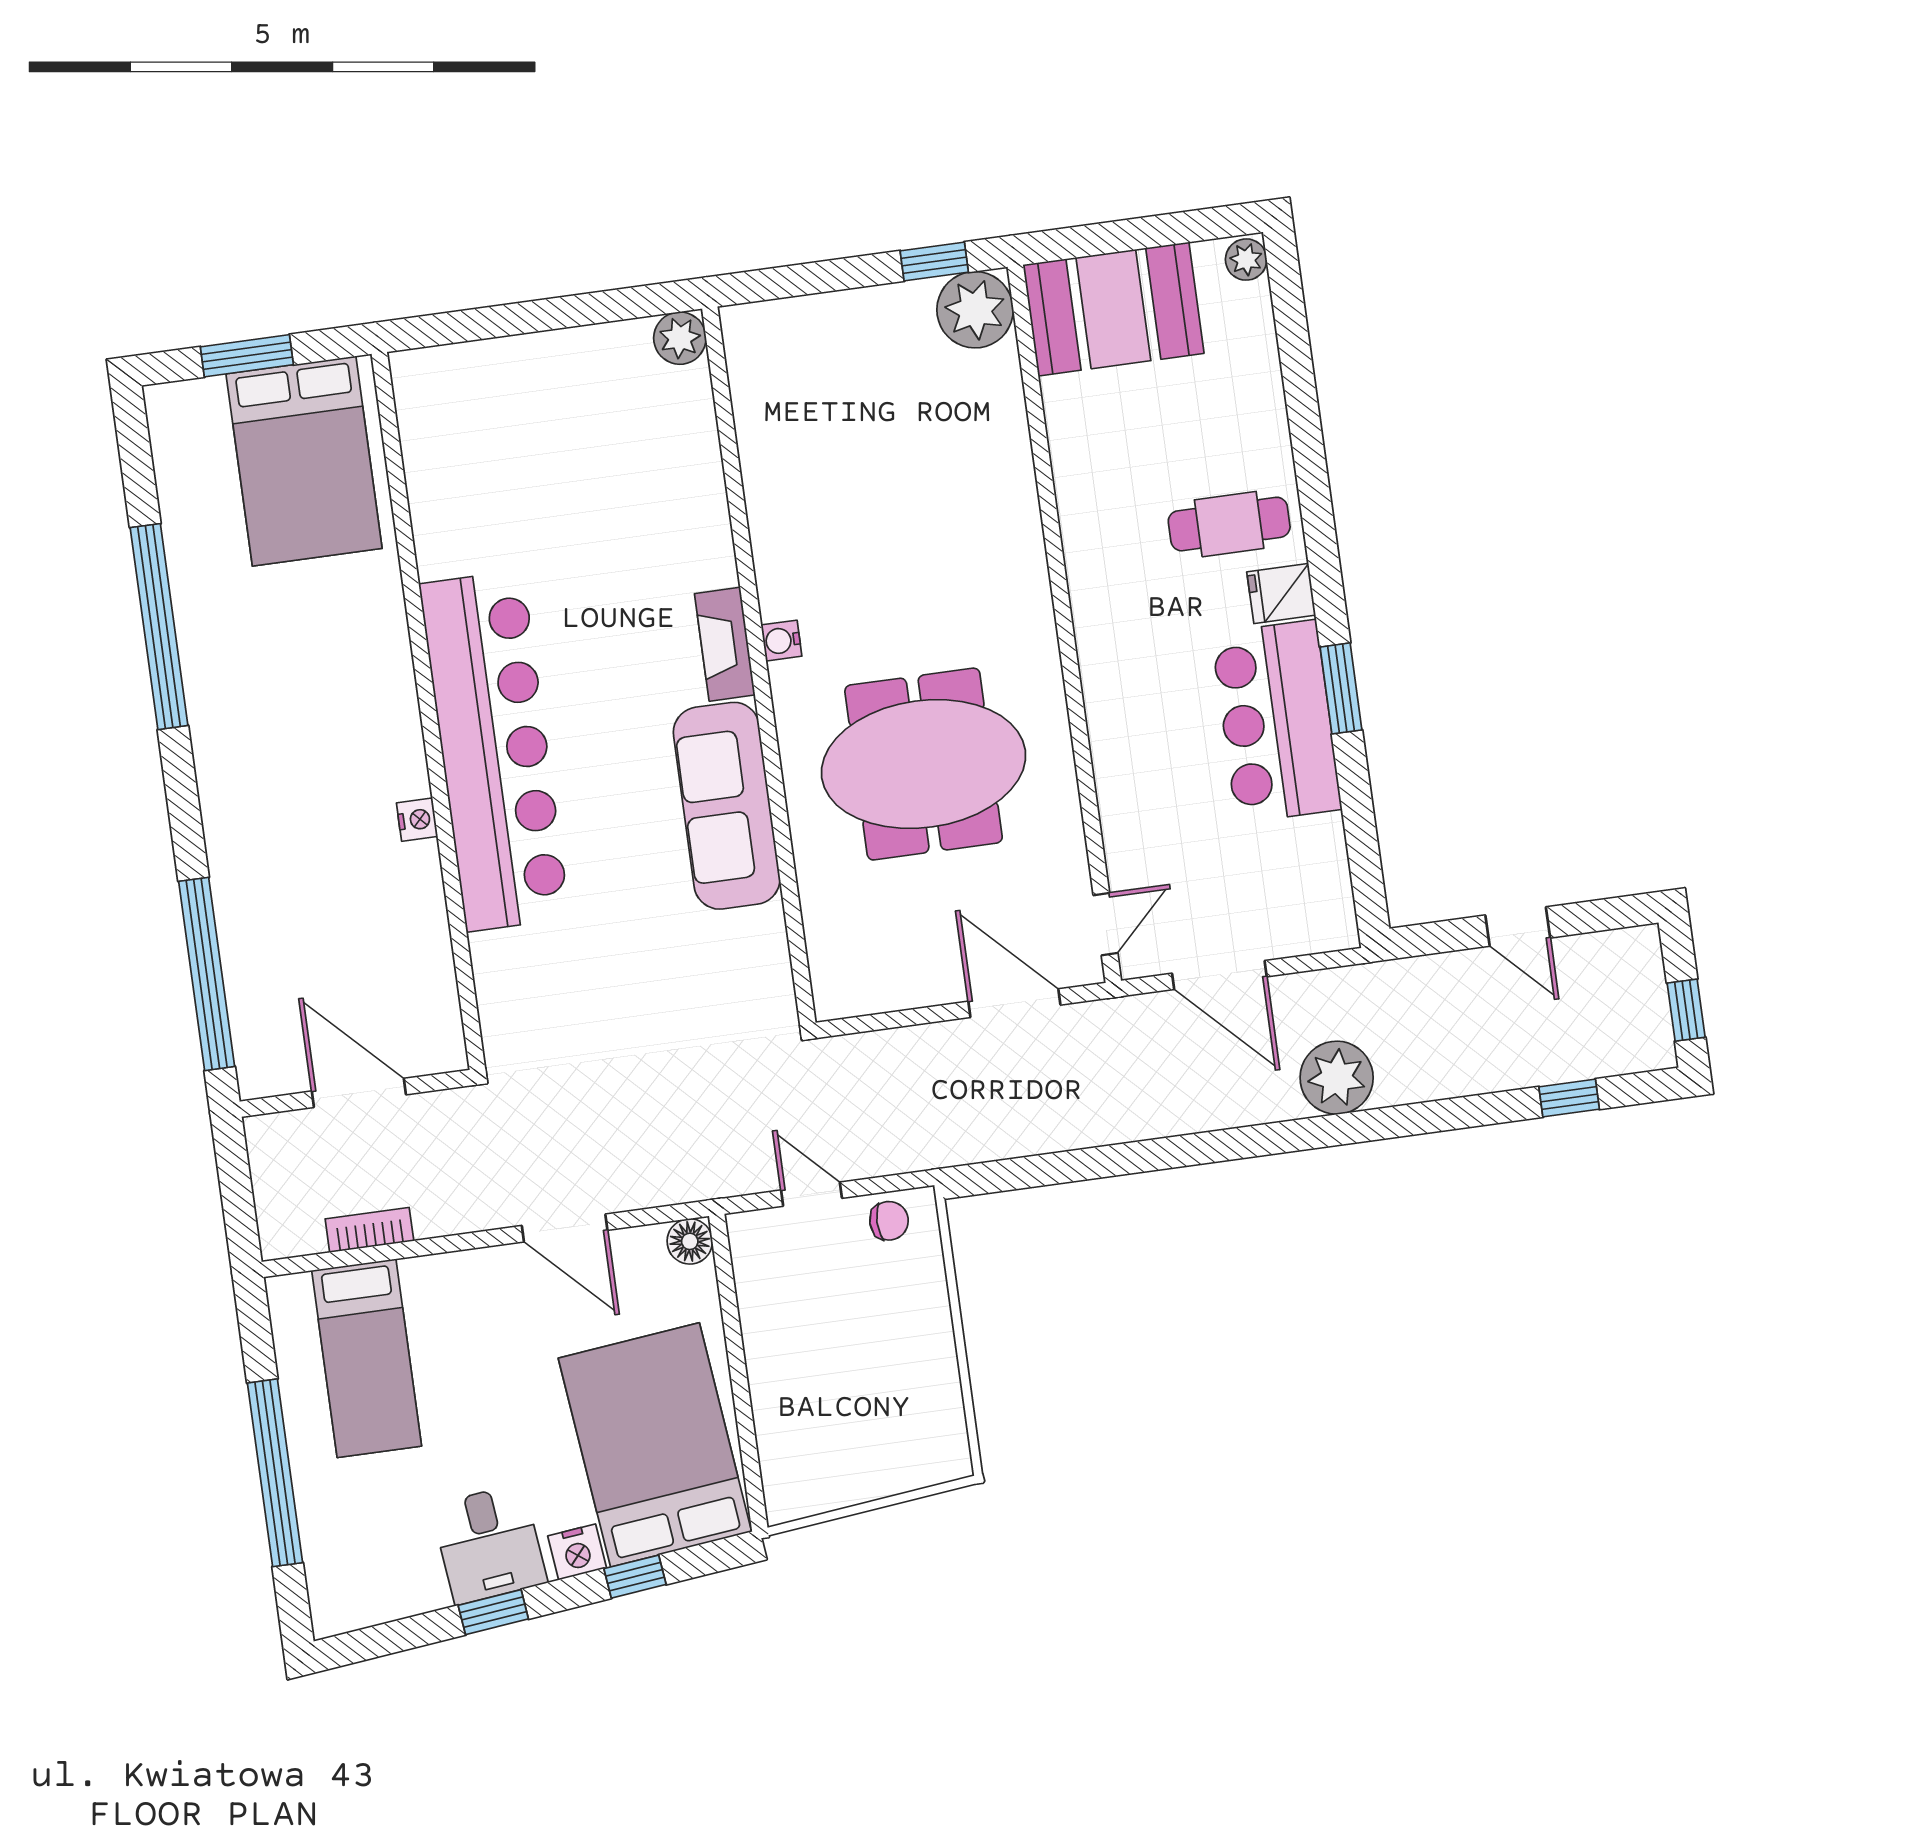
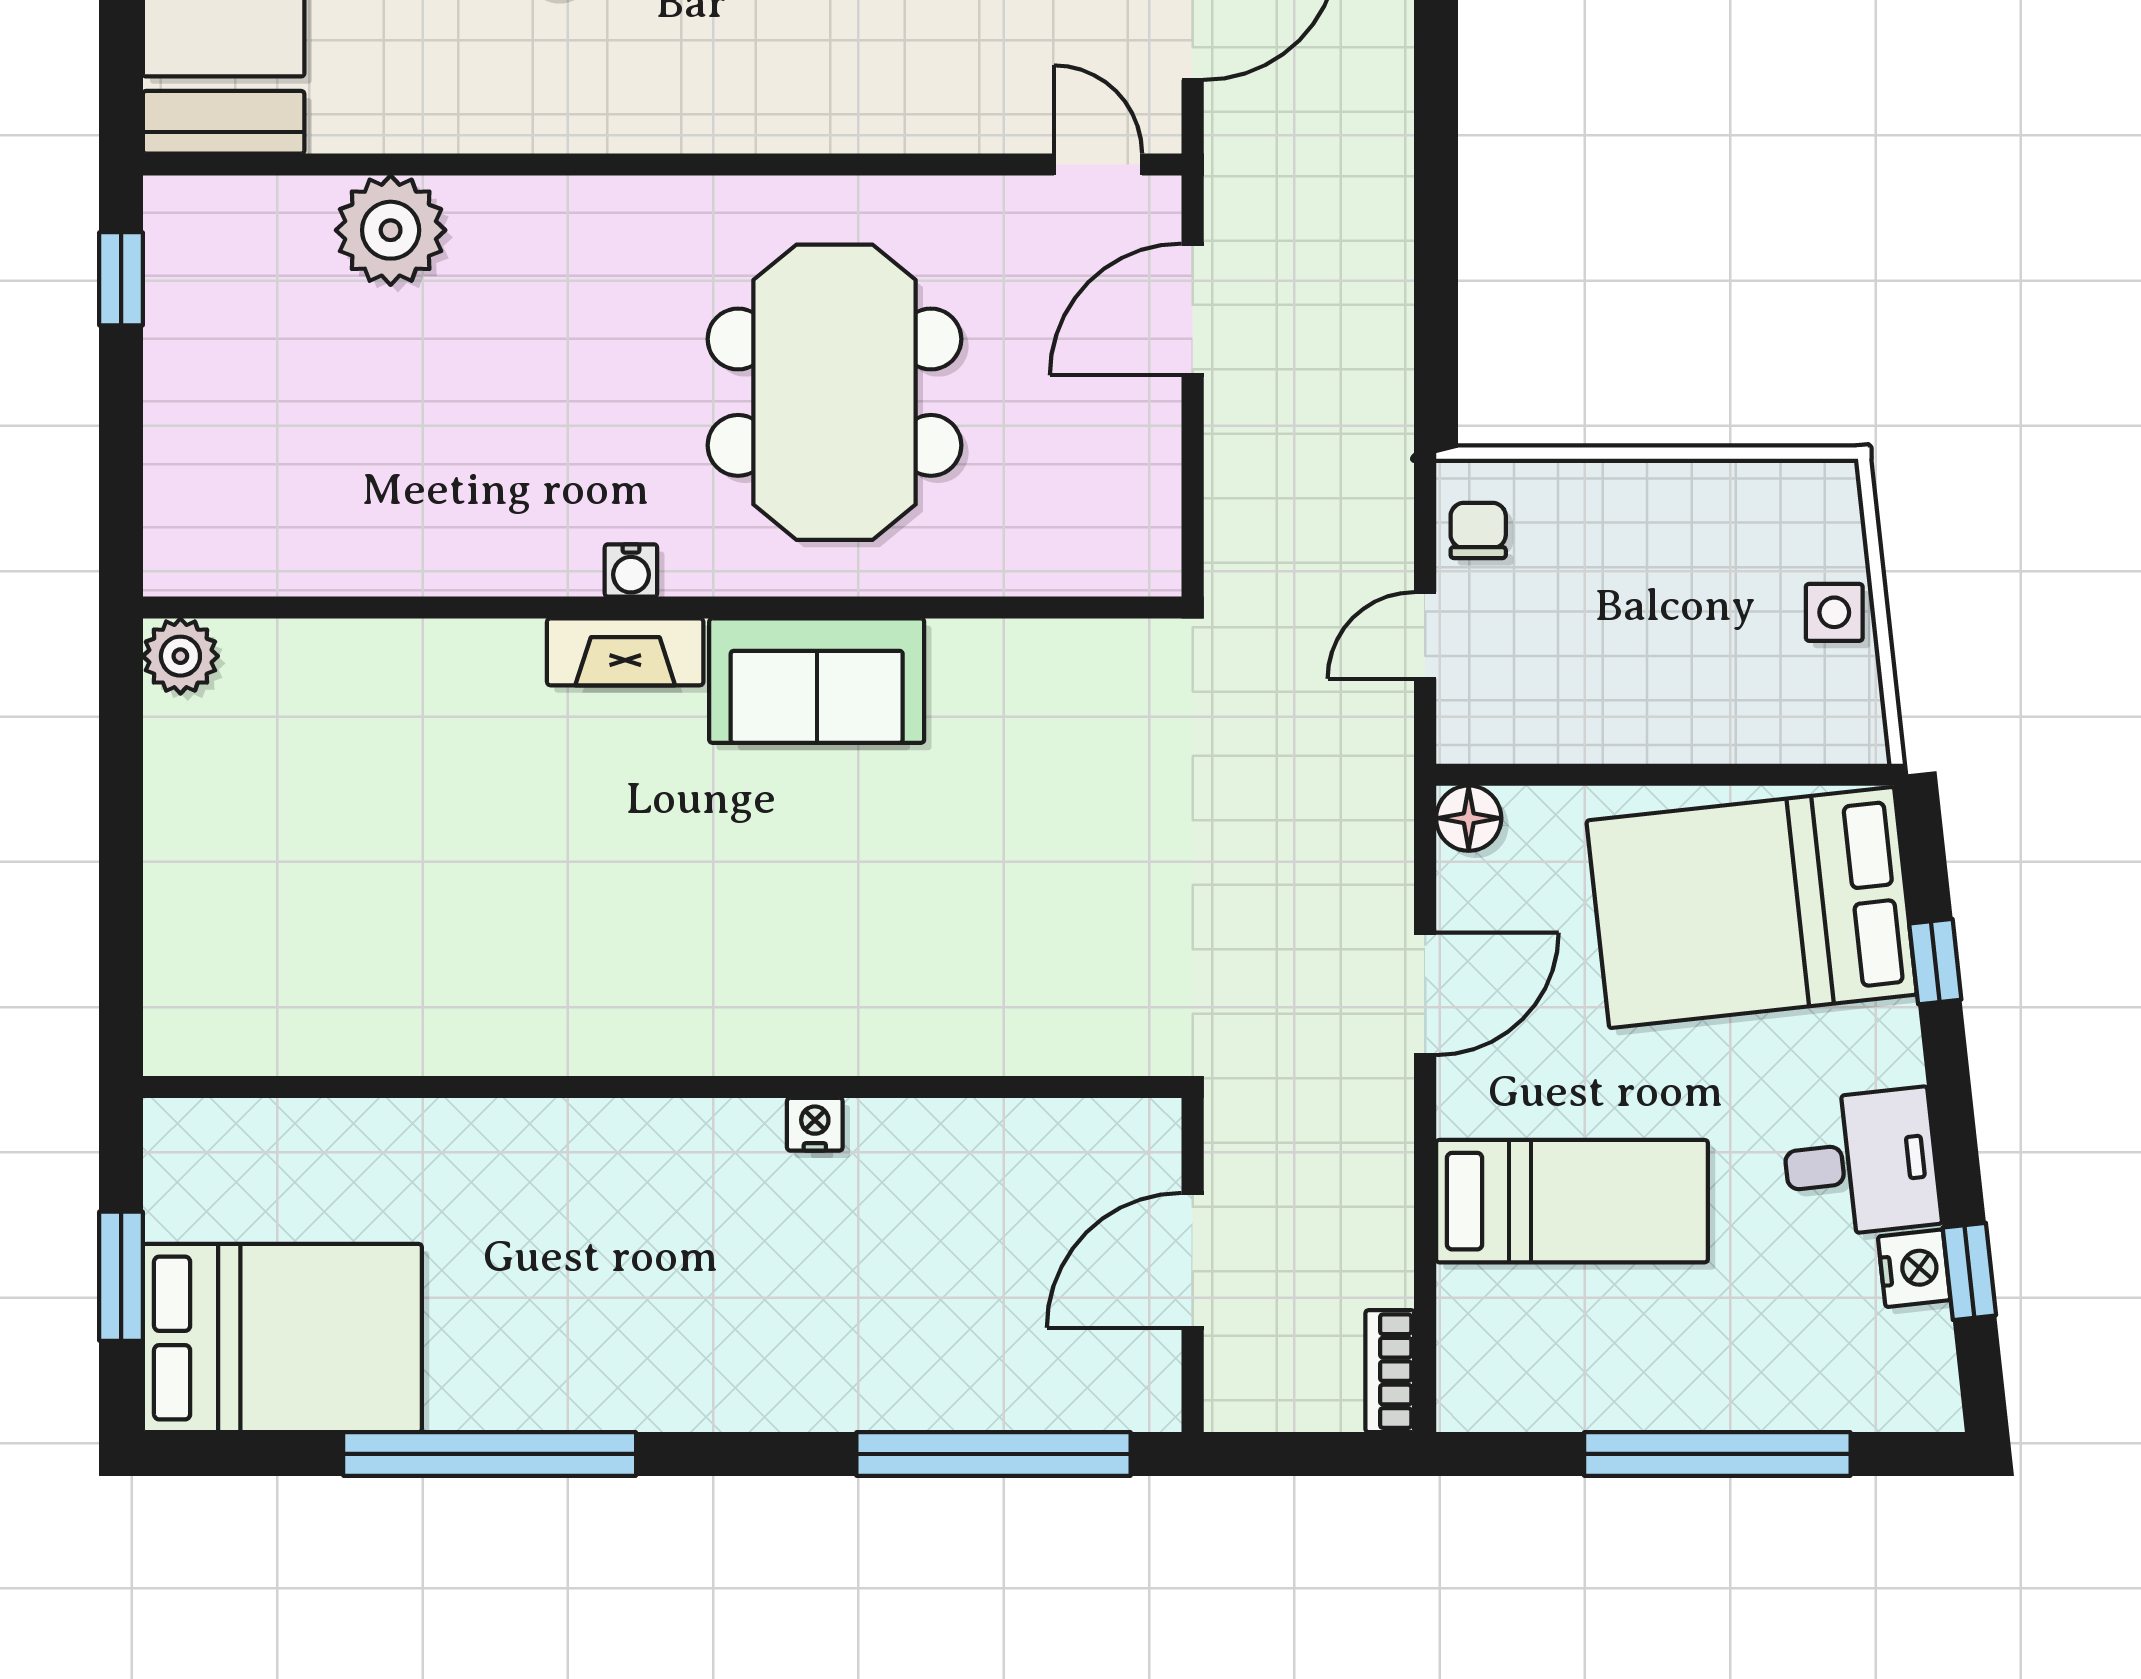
plant: (975, 310) -> (391, 230), moved
bed: (304, 461) -> (282, 1338), moved
bar counter: (495, 751) -> (732, 1001), removed
sofa: (727, 806) -> (817, 681), width x0.73
bookcase: (369, 1230) -> (1390, 1371), moved
bed: (367, 1358) -> (1572, 1201), moved
side table: (866, 1474) -> (1834, 612), added
nightstand: (577, 1552) -> (1914, 1268), moved
window: (493, 1612) -> (1969, 1271), moved

